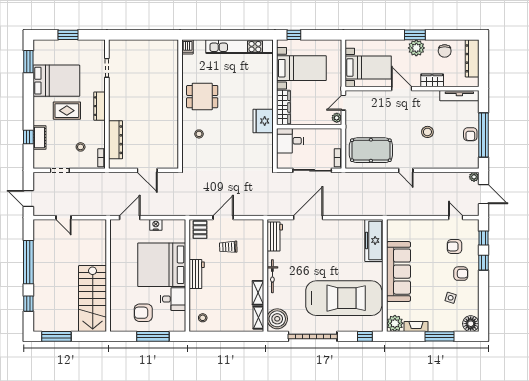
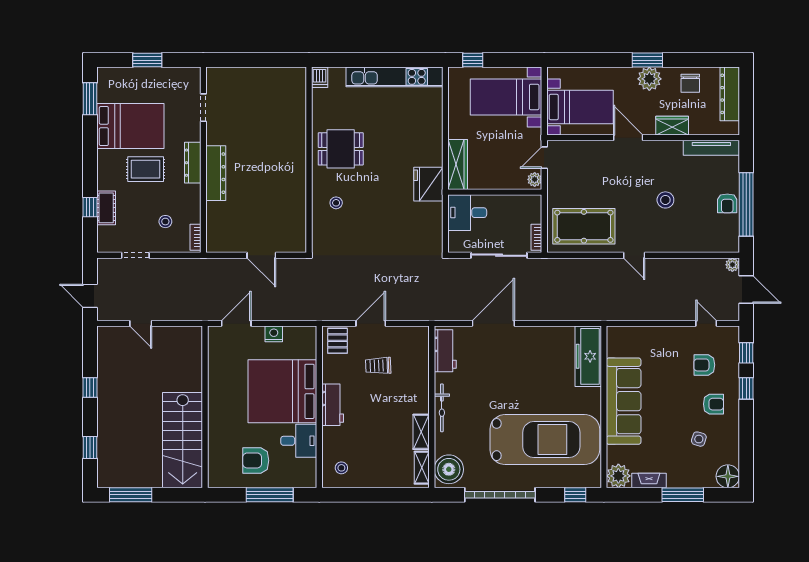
bed with nightstands: (301, 68) -> (506, 97), moved, turned 180
dresser: (116, 140) -> (216, 173), moved
window: (28, 262) -> (90, 388), width x0.32

